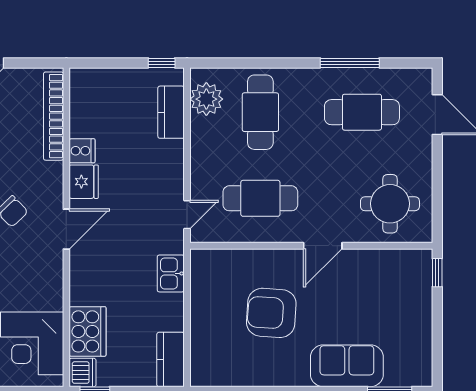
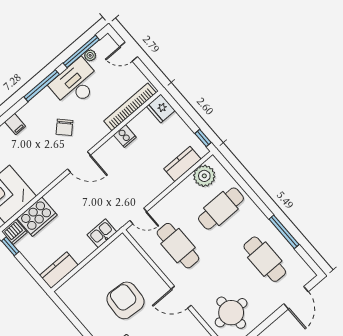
fridge: (84, 182) -> (161, 109), moved, turned 90

